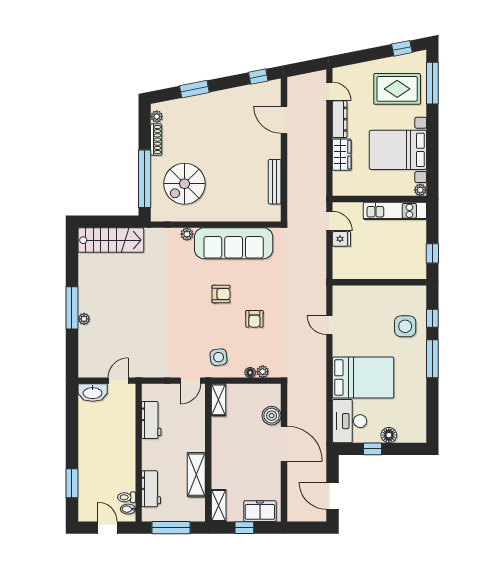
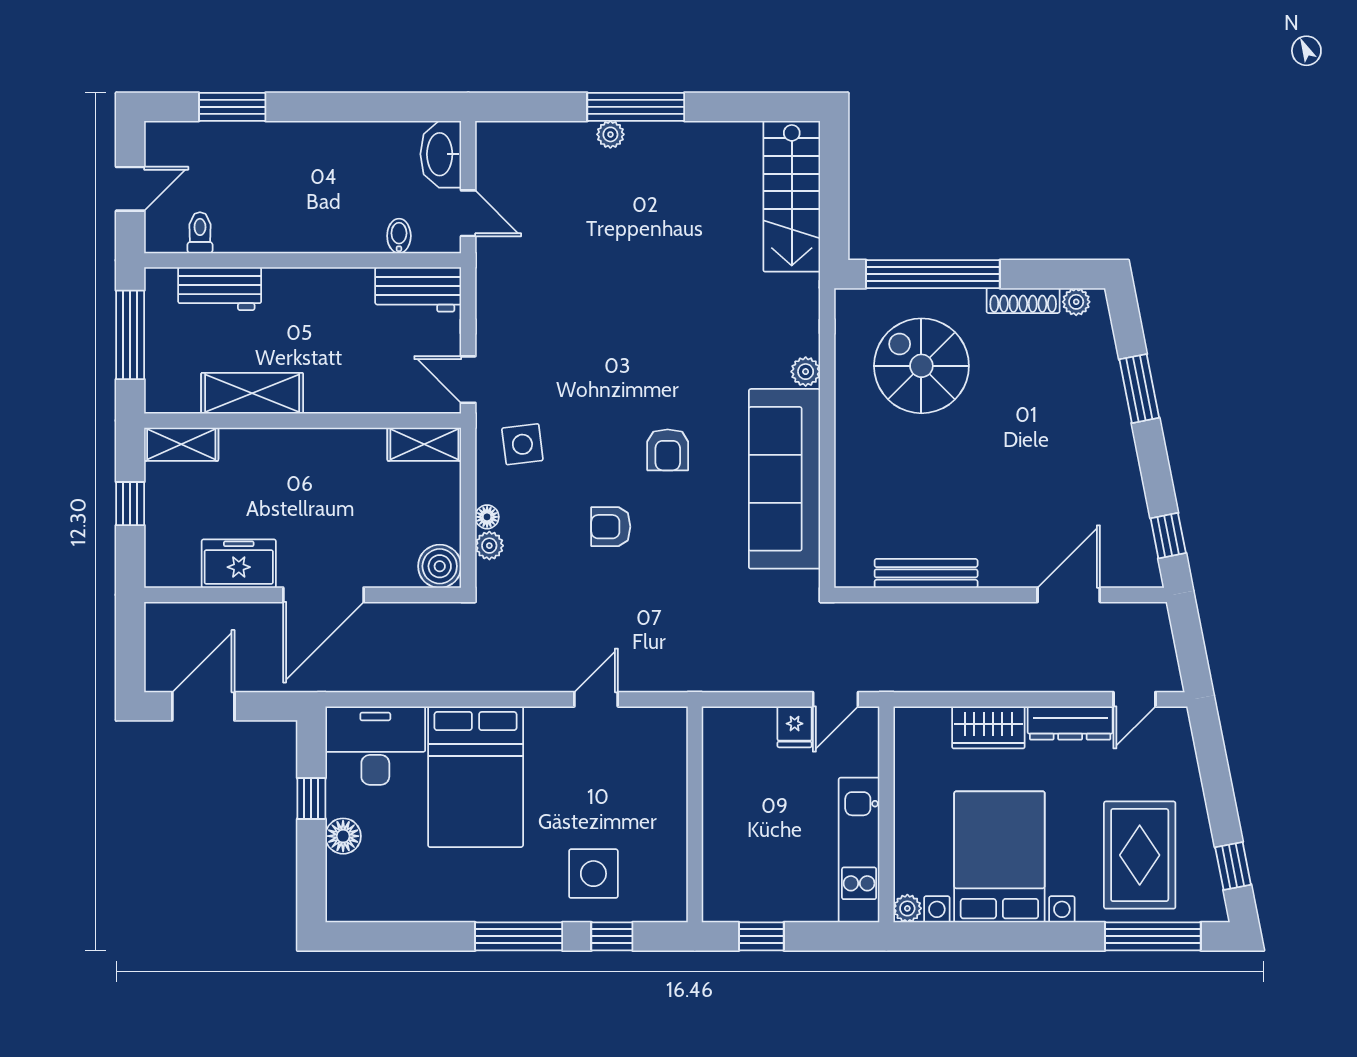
boiler: (272, 416) -> (440, 566), moved
workbench: (151, 420) -> (418, 289), moved
bidet: (128, 509) -> (399, 236), moved
freezer: (260, 511) -> (239, 564), moved, turned -90

